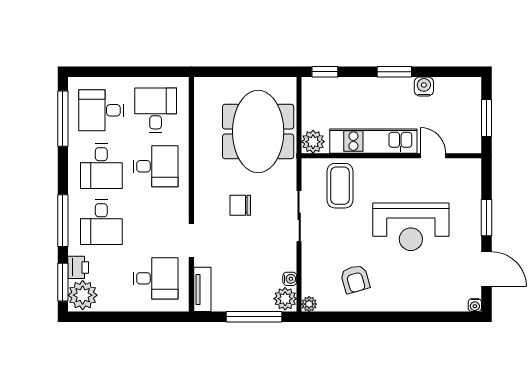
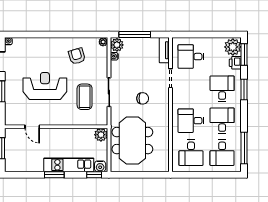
water cooler: (424, 86) -> (100, 166), moved
desk: (101, 110) -> (222, 153), turned 90
kitchen unit: (373, 141) -> (69, 165), moved, turned 180
coffee table: (340, 186) -> (85, 97), moved
window: (63, 221) -> (244, 90), width x0.69

